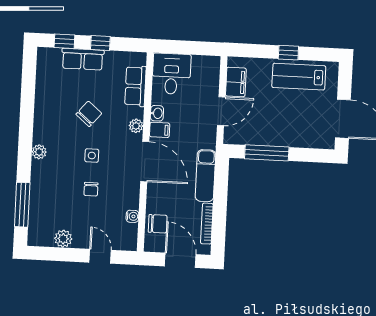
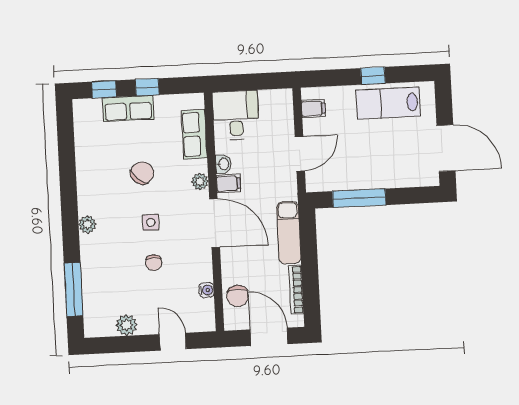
filing cabinet: (236, 82) -> (313, 109), width x0.50
chair: (158, 224) -> (238, 296), turned 90

